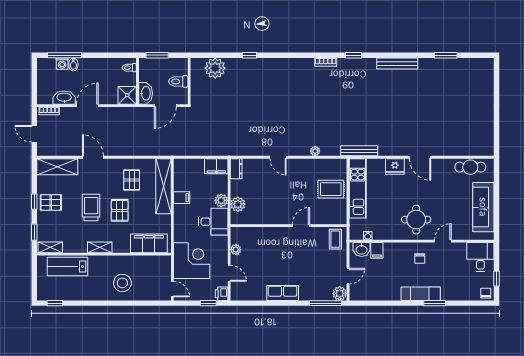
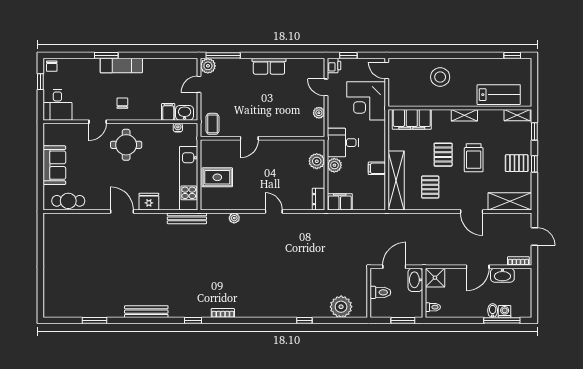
sofa: (483, 207) -> (54, 165), width x0.73

